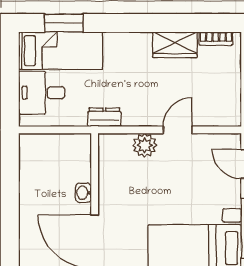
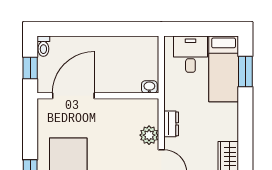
dresser: (104, 117) -> (171, 124), moved
washbasin: (83, 193) -> (149, 87), moved

